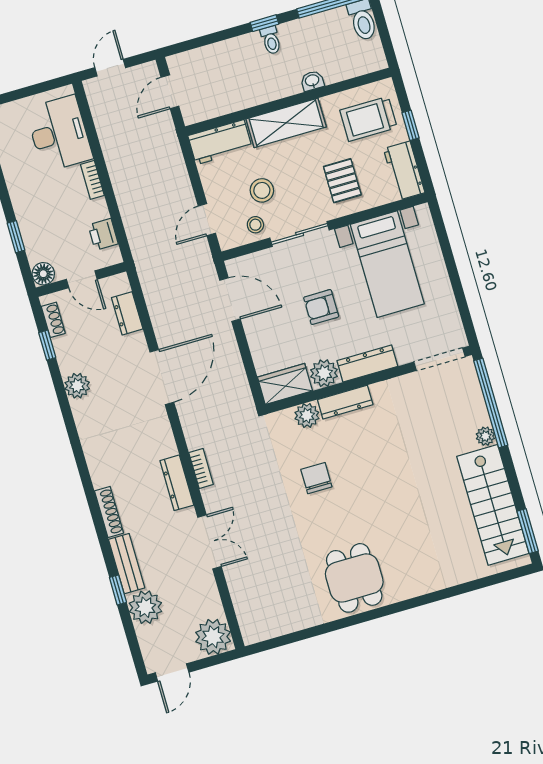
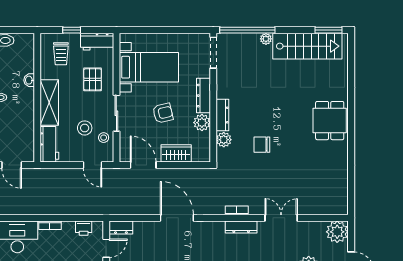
trolley: (368, 119) -> (61, 54), width x0.73, depth x0.72
pallet: (342, 181) -> (93, 79), turned 90
door: (230, 300) -> (143, 165), hinge flipped
armchair: (321, 307) -> (163, 113), turned -103
dresser: (127, 313) -> (121, 227), moved
wardrobe: (285, 384) -> (176, 153), moved, turned 90
dining table: (354, 578) -> (330, 121), moved, turned 90

